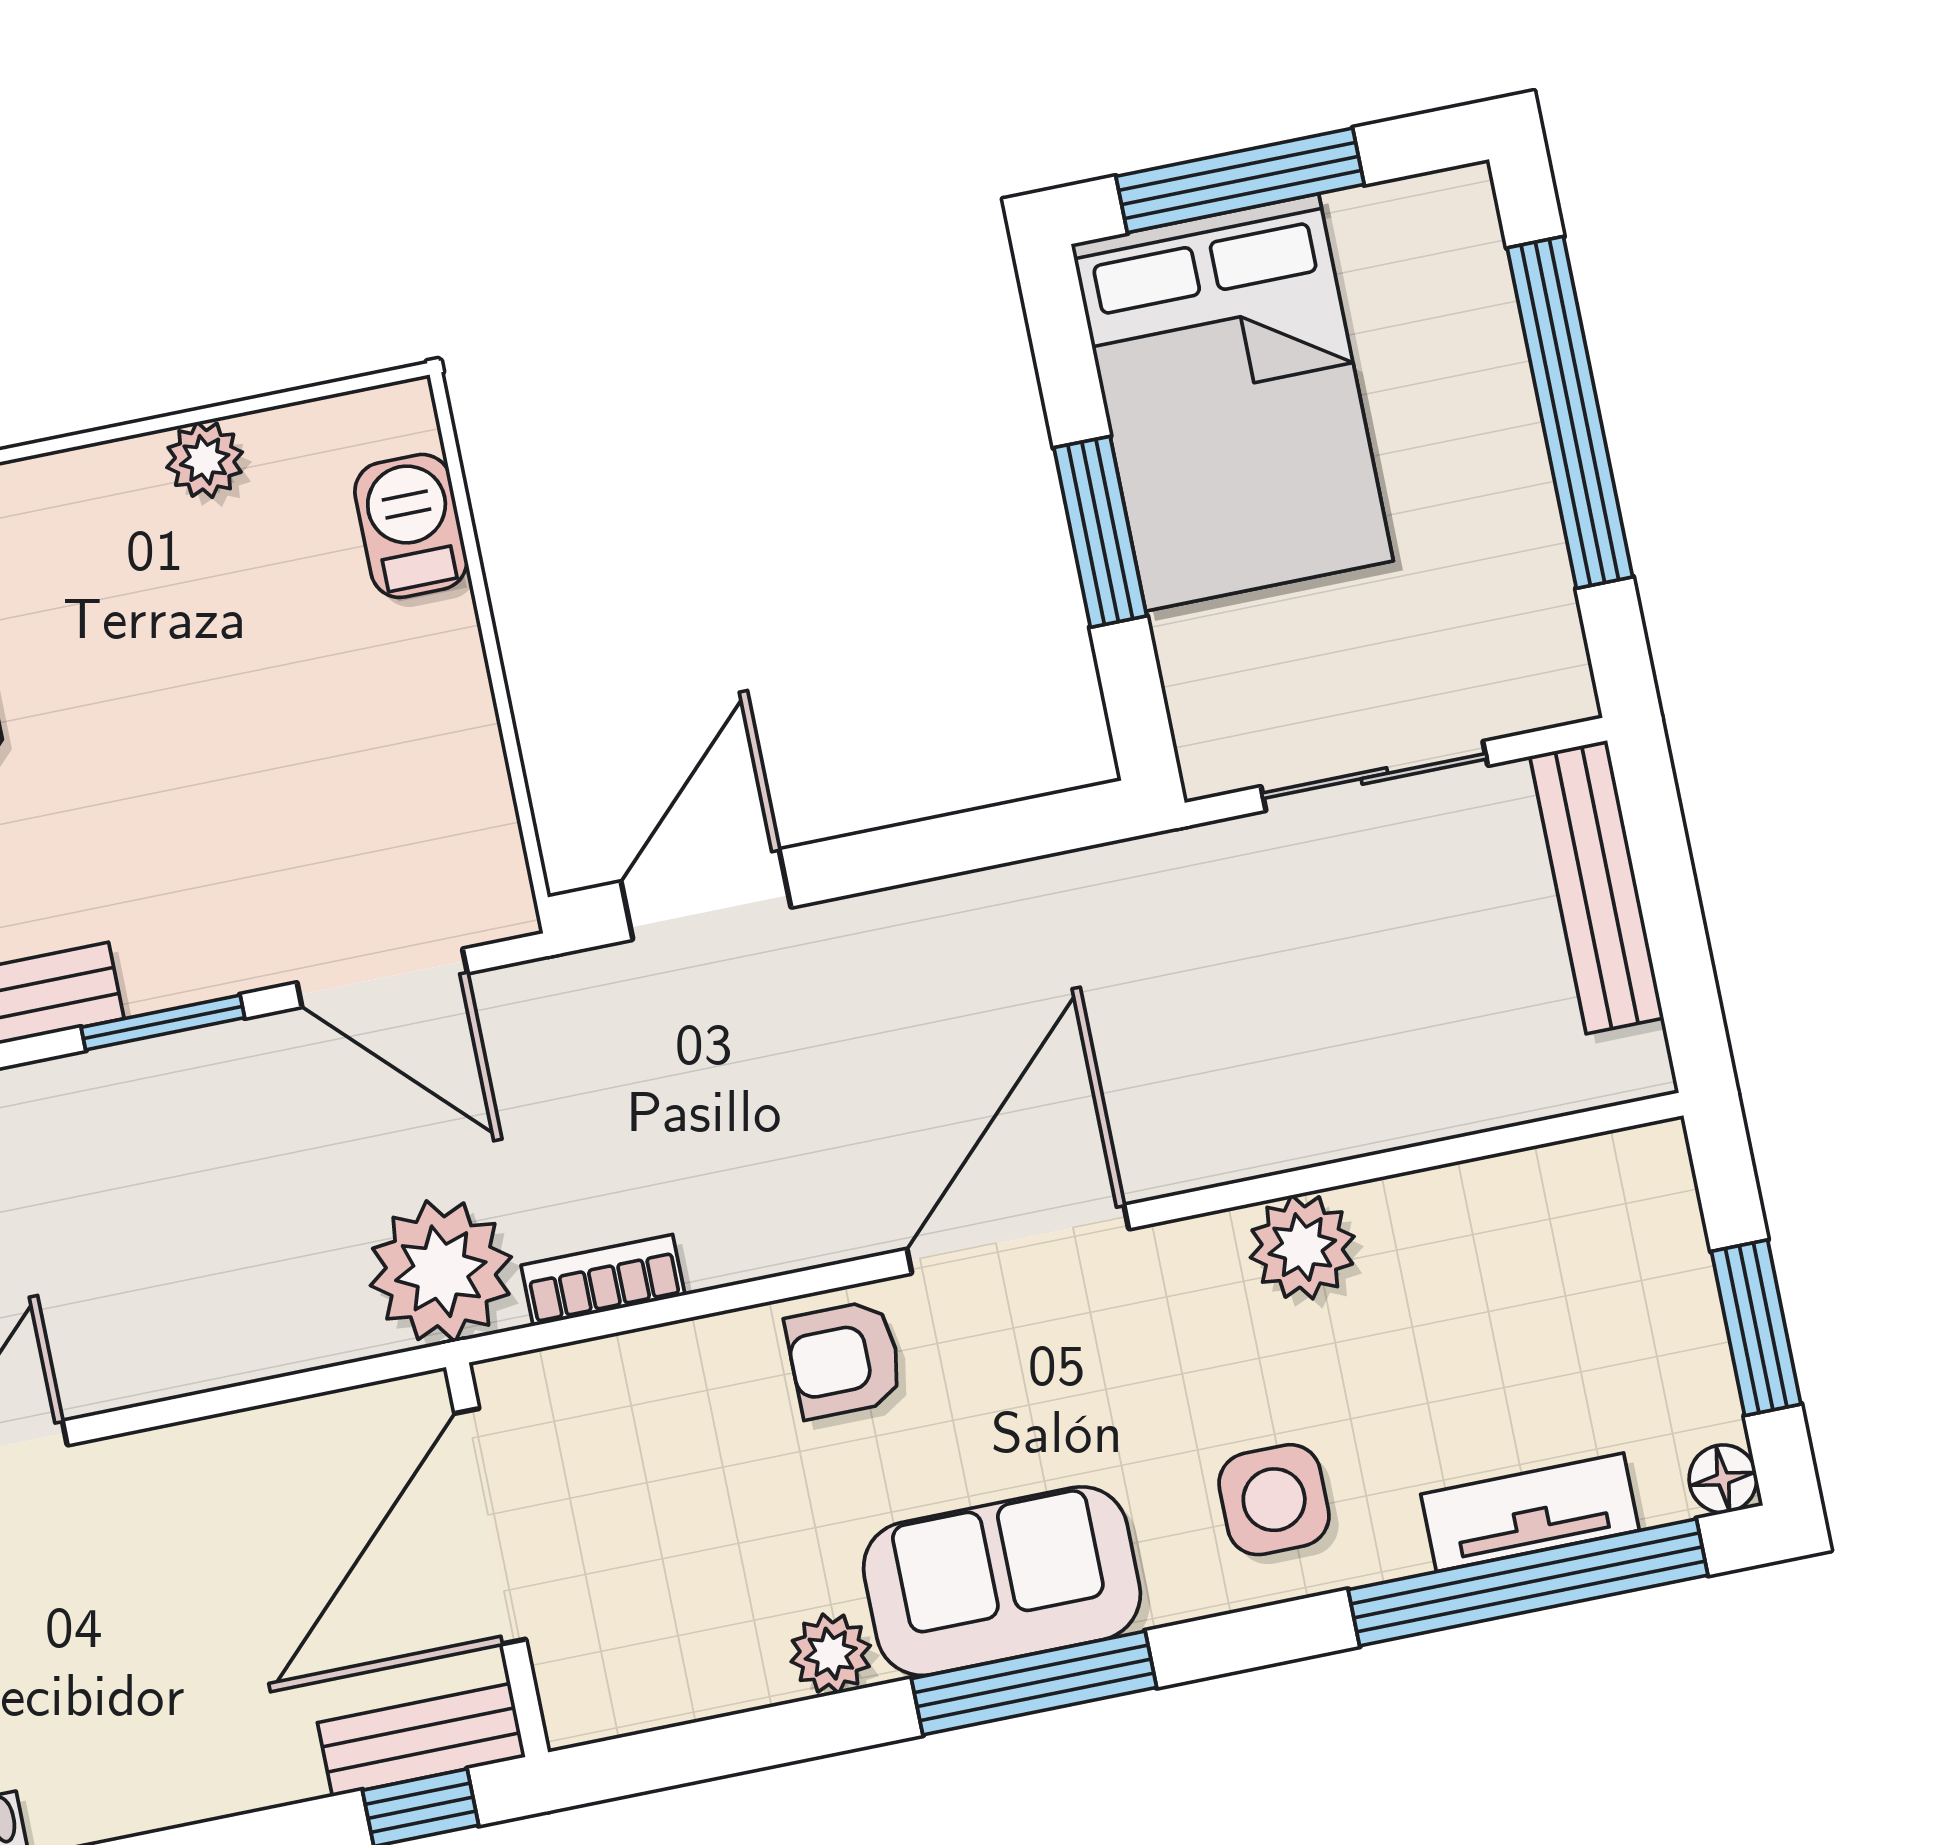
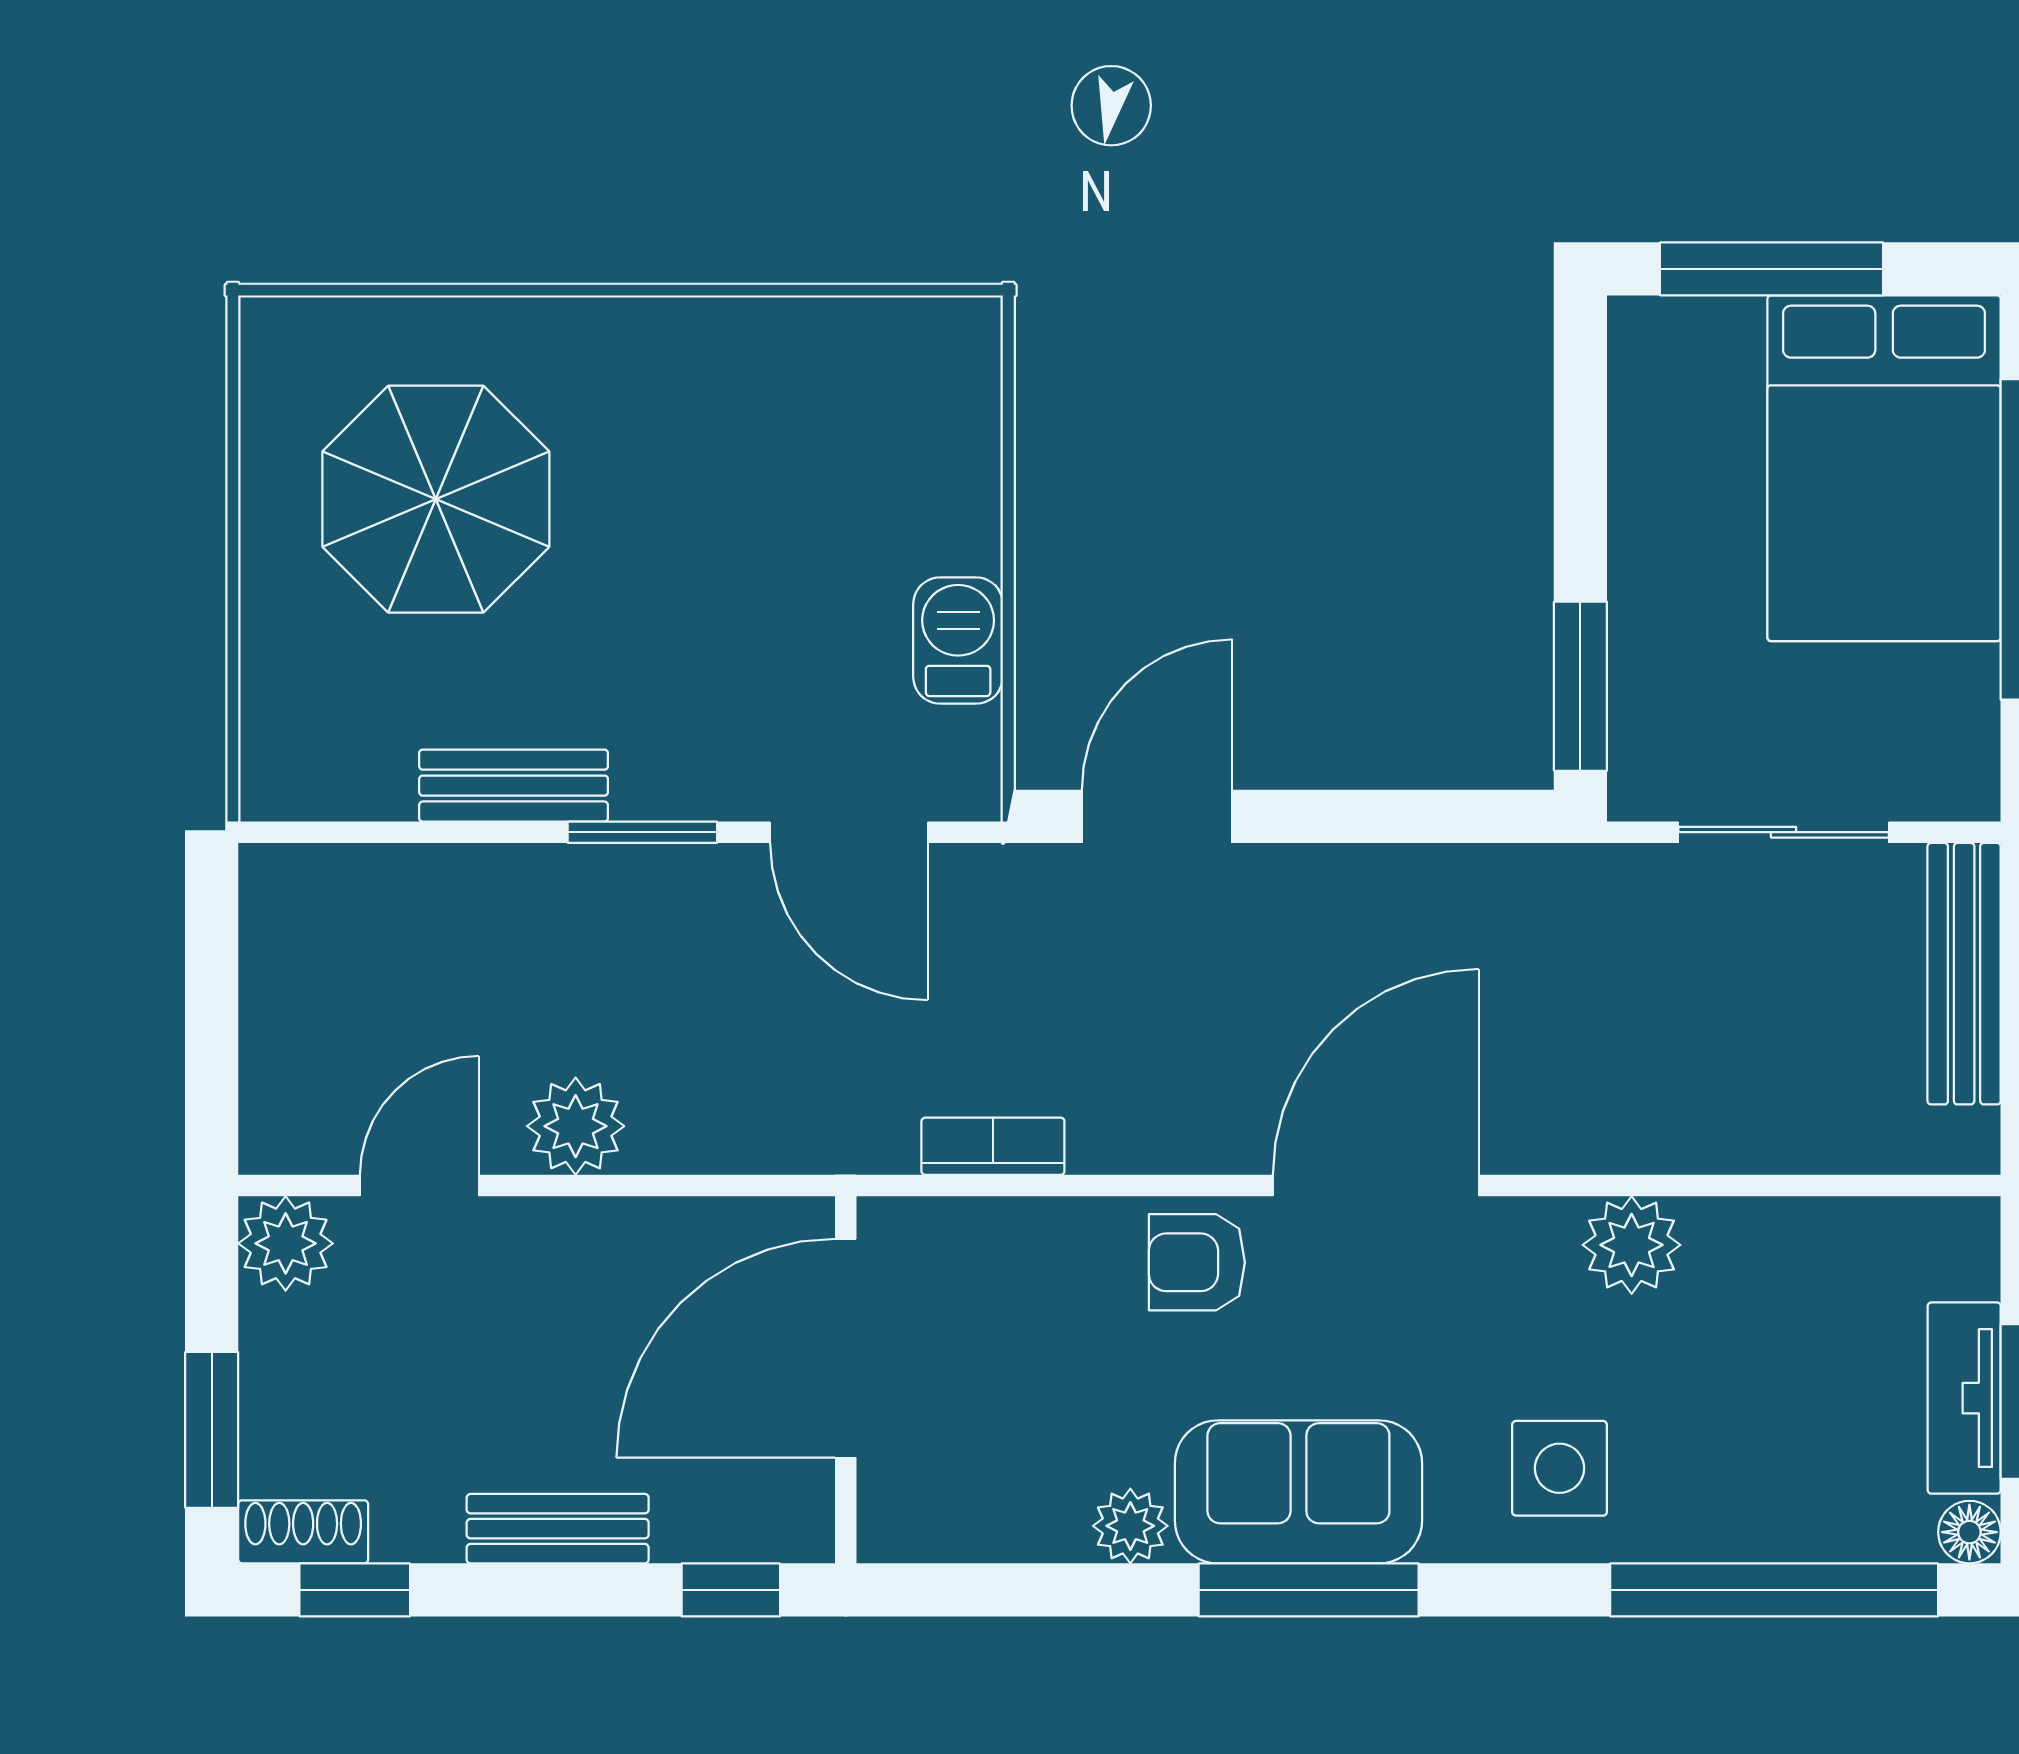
bed: (1232, 402) -> (1884, 468), moved
plant: (205, 460) -> (784, 331), removed
barbecue: (411, 526) -> (958, 641), moved
window: (1100, 532) -> (1580, 686), moved
plant: (441, 1271) -> (576, 1126), moved, width x0.73, depth x0.73
tv unit: (1530, 1512) -> (1964, 1398), moved, turned -90
bench: (421, 1740) -> (558, 1529), moved

